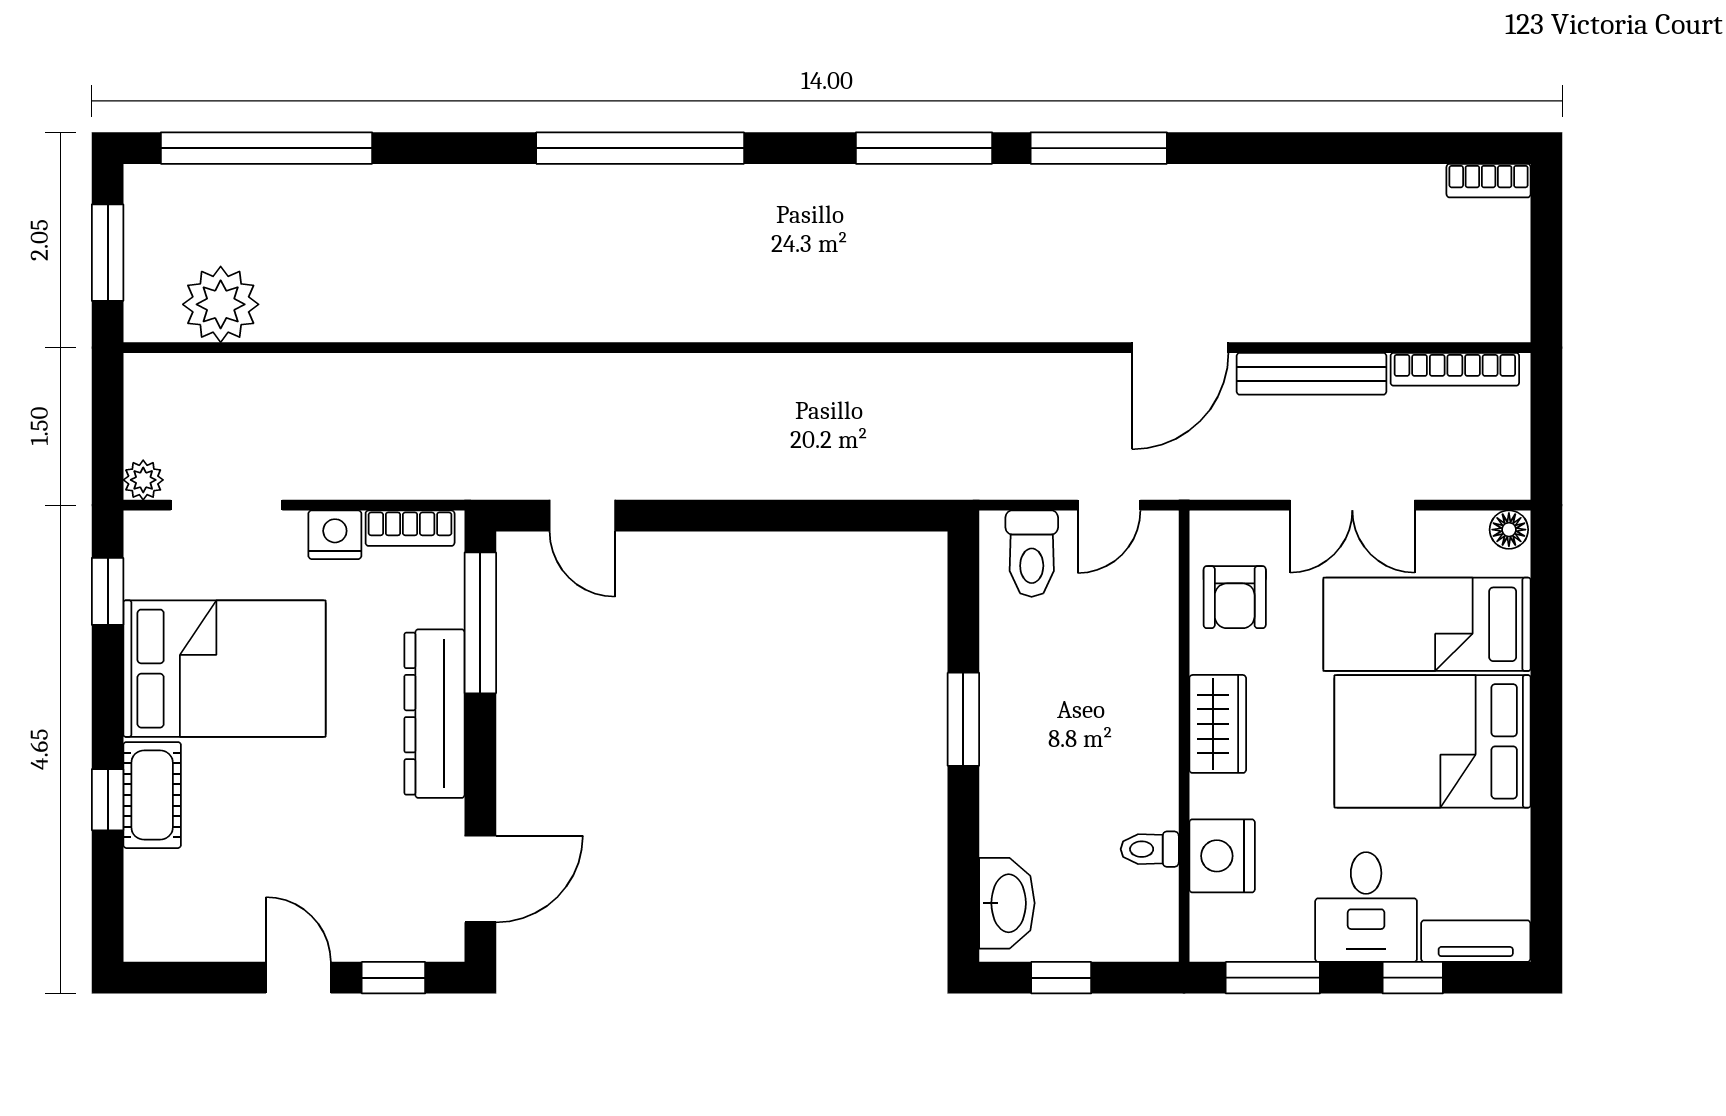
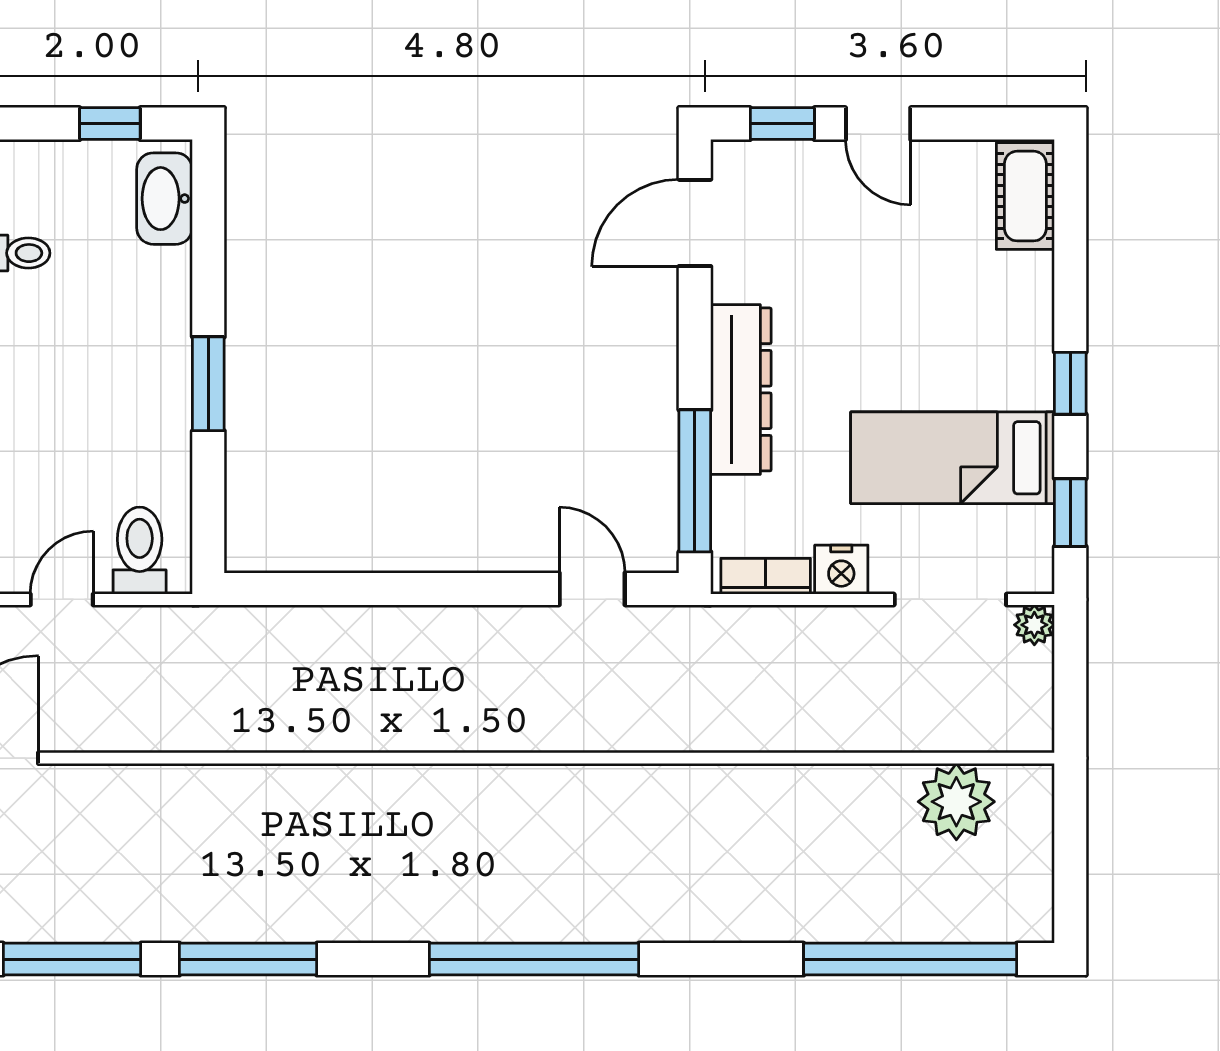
window: (108, 253) -> (1070, 854), removed
bed: (224, 669) -> (953, 458), width x0.67
cot: (152, 795) -> (1025, 196), moved
window: (108, 800) -> (1070, 383), moved

